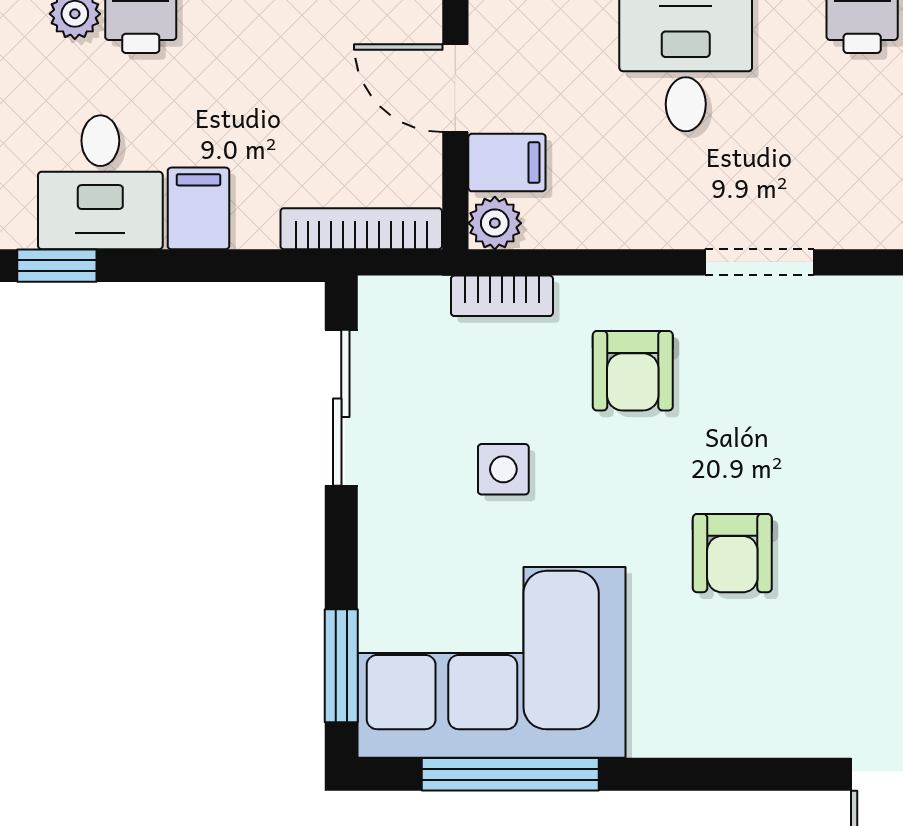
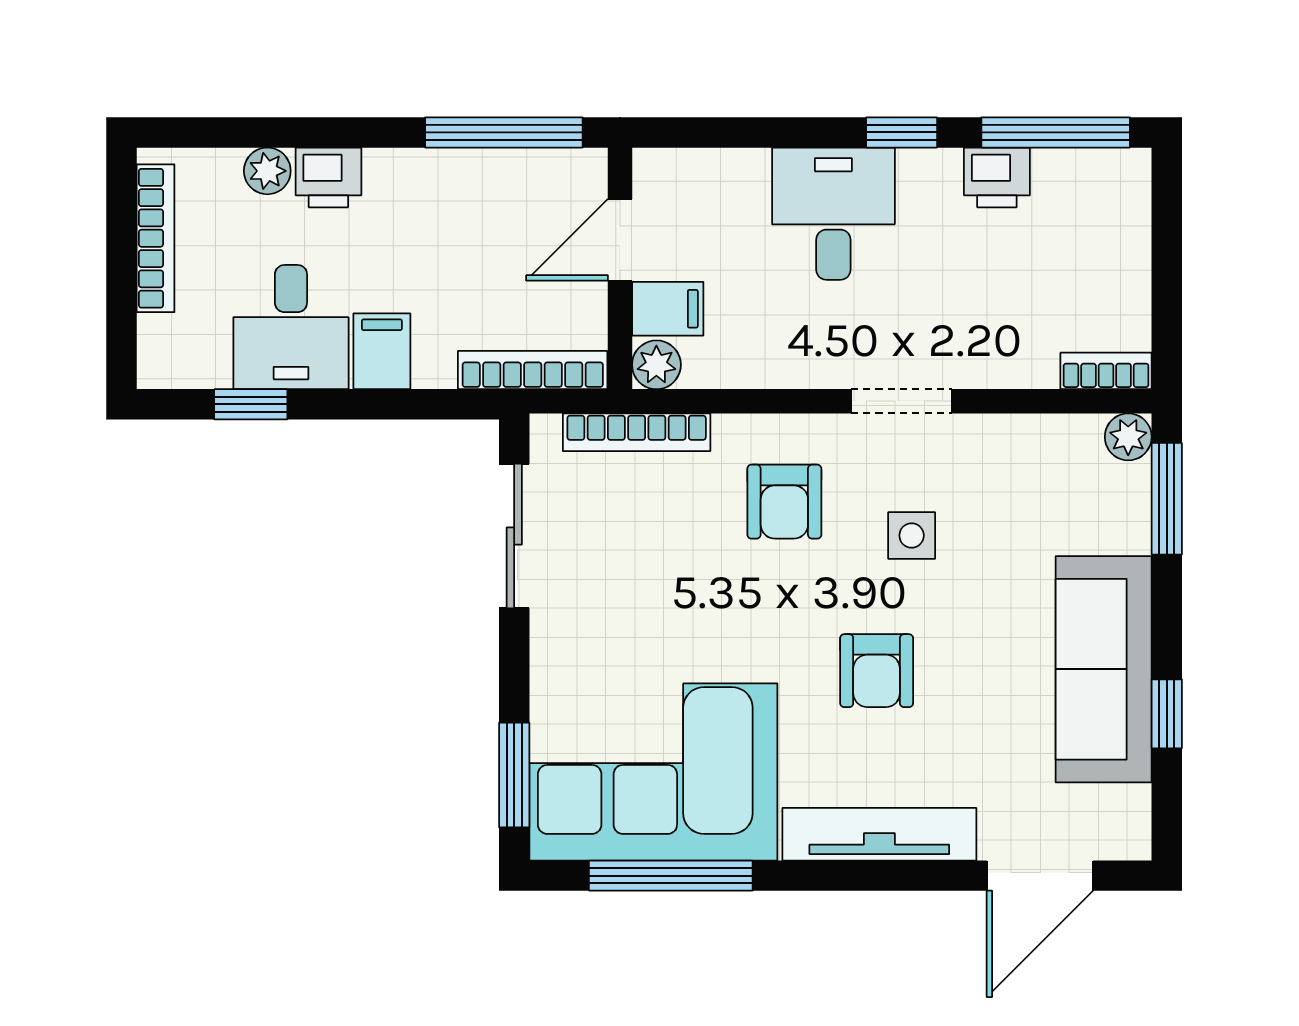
door: (455, 88) -> (620, 240), hinge flipped
bookcase: (502, 296) -> (637, 432), width x1.56
side table: (503, 469) -> (912, 535), moved
tv unit: (735, 730) -> (879, 834), added

